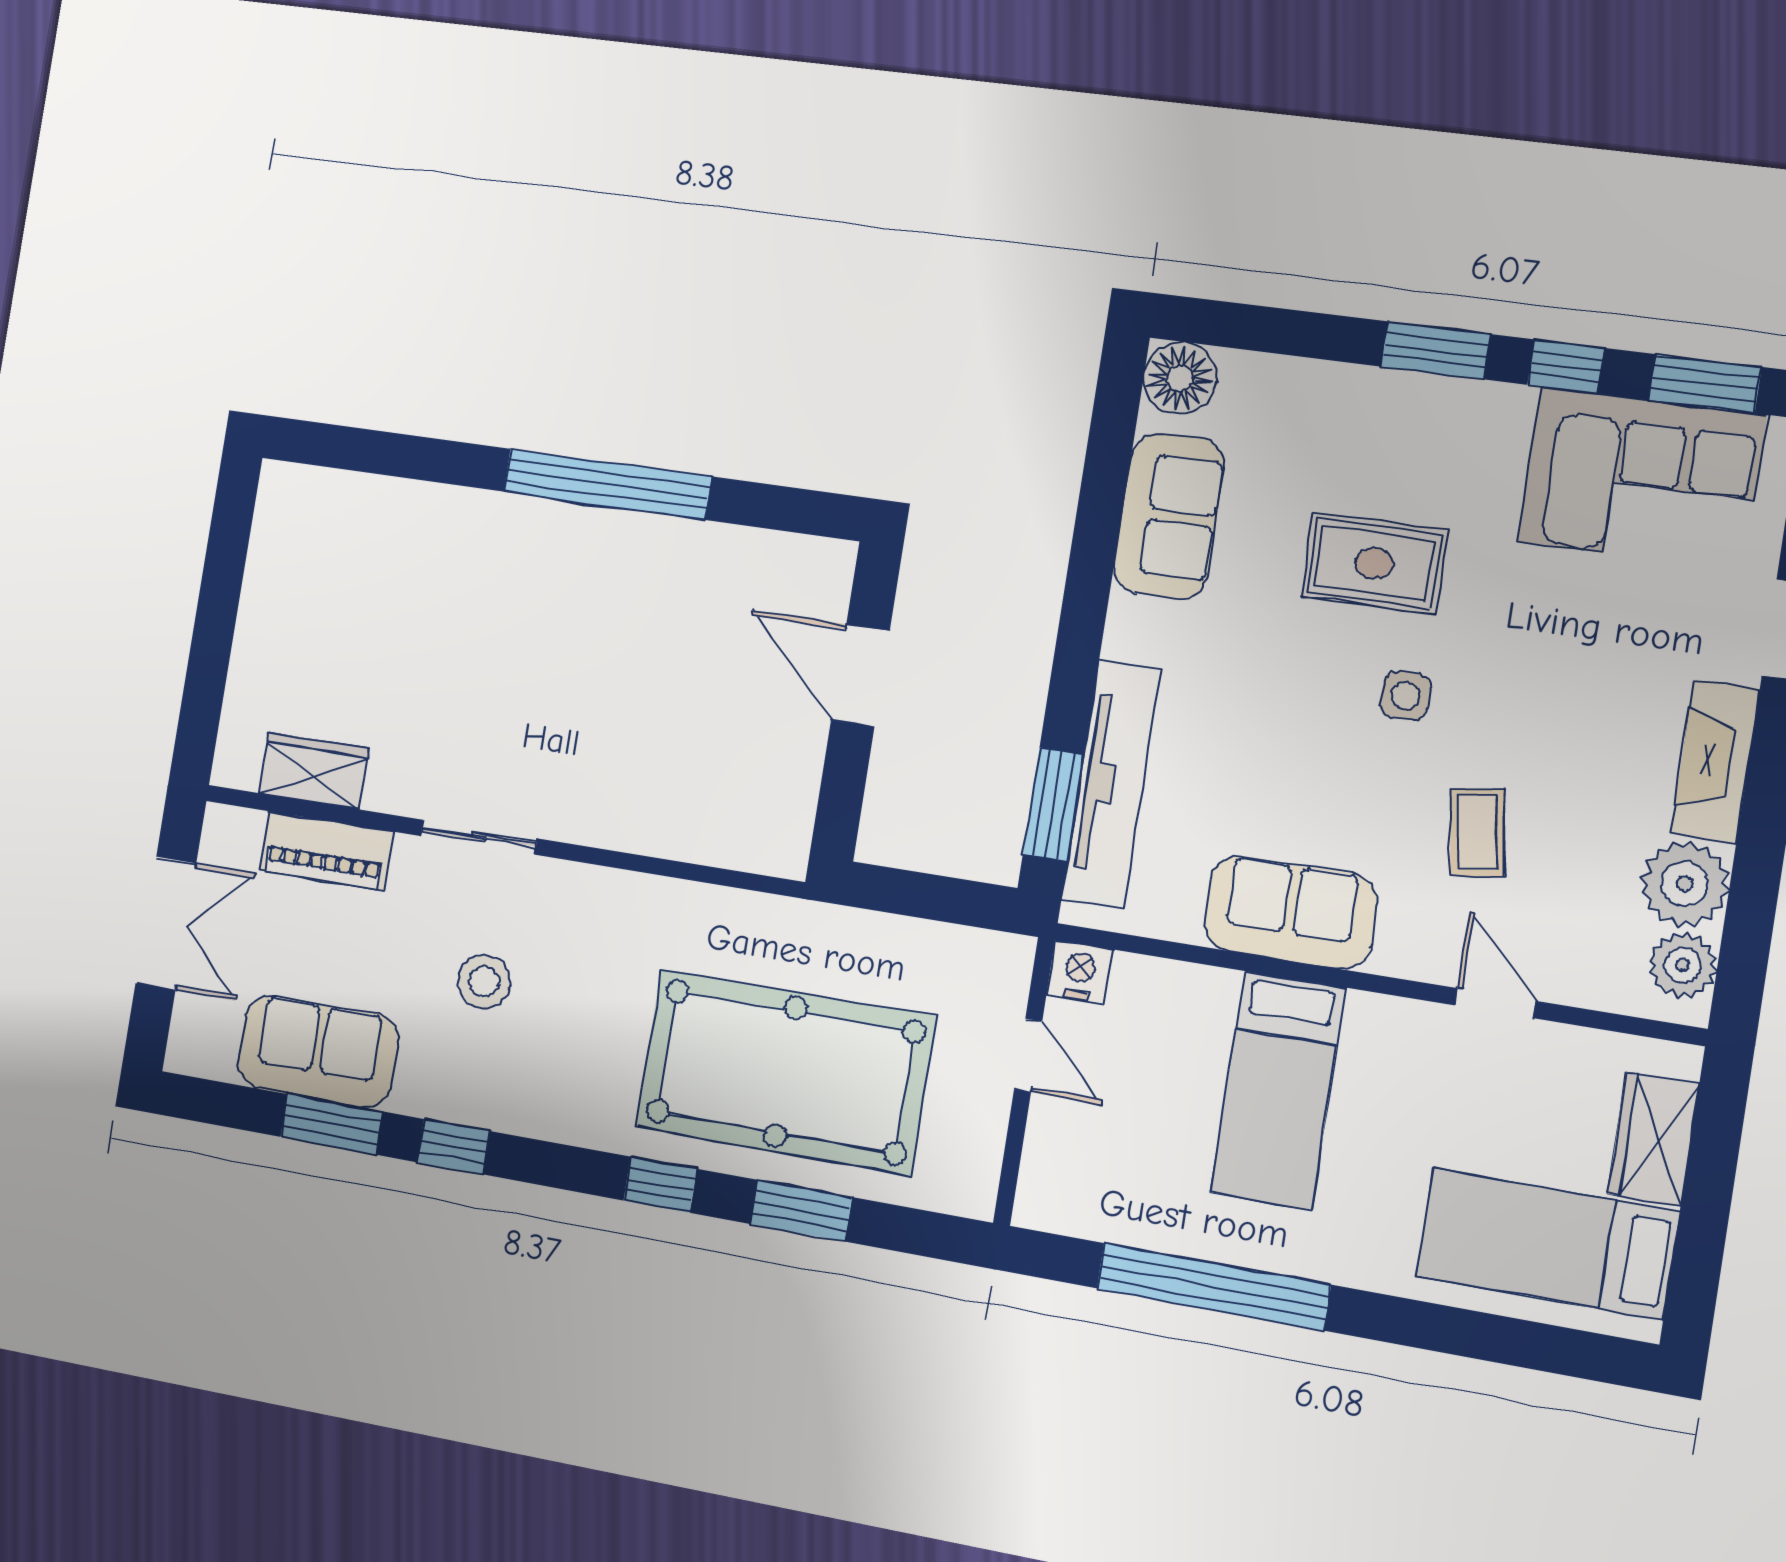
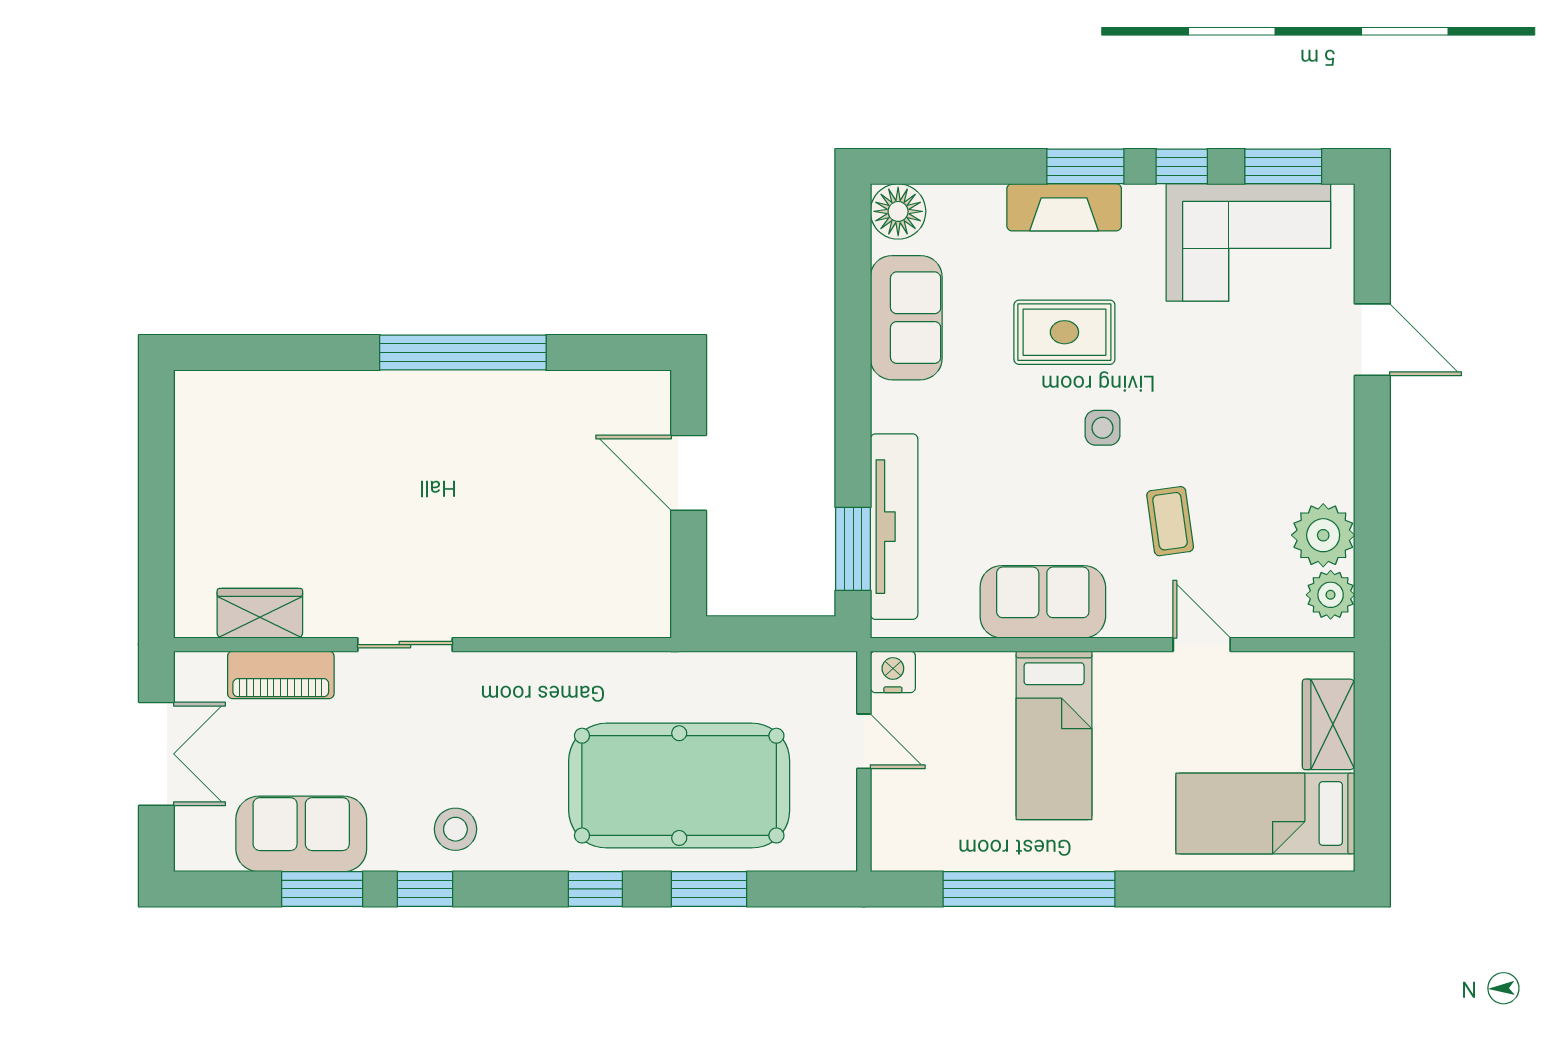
fireplace: (1715, 761) -> (1064, 207), moved, turned -90
stool: (484, 982) -> (455, 829), moved

